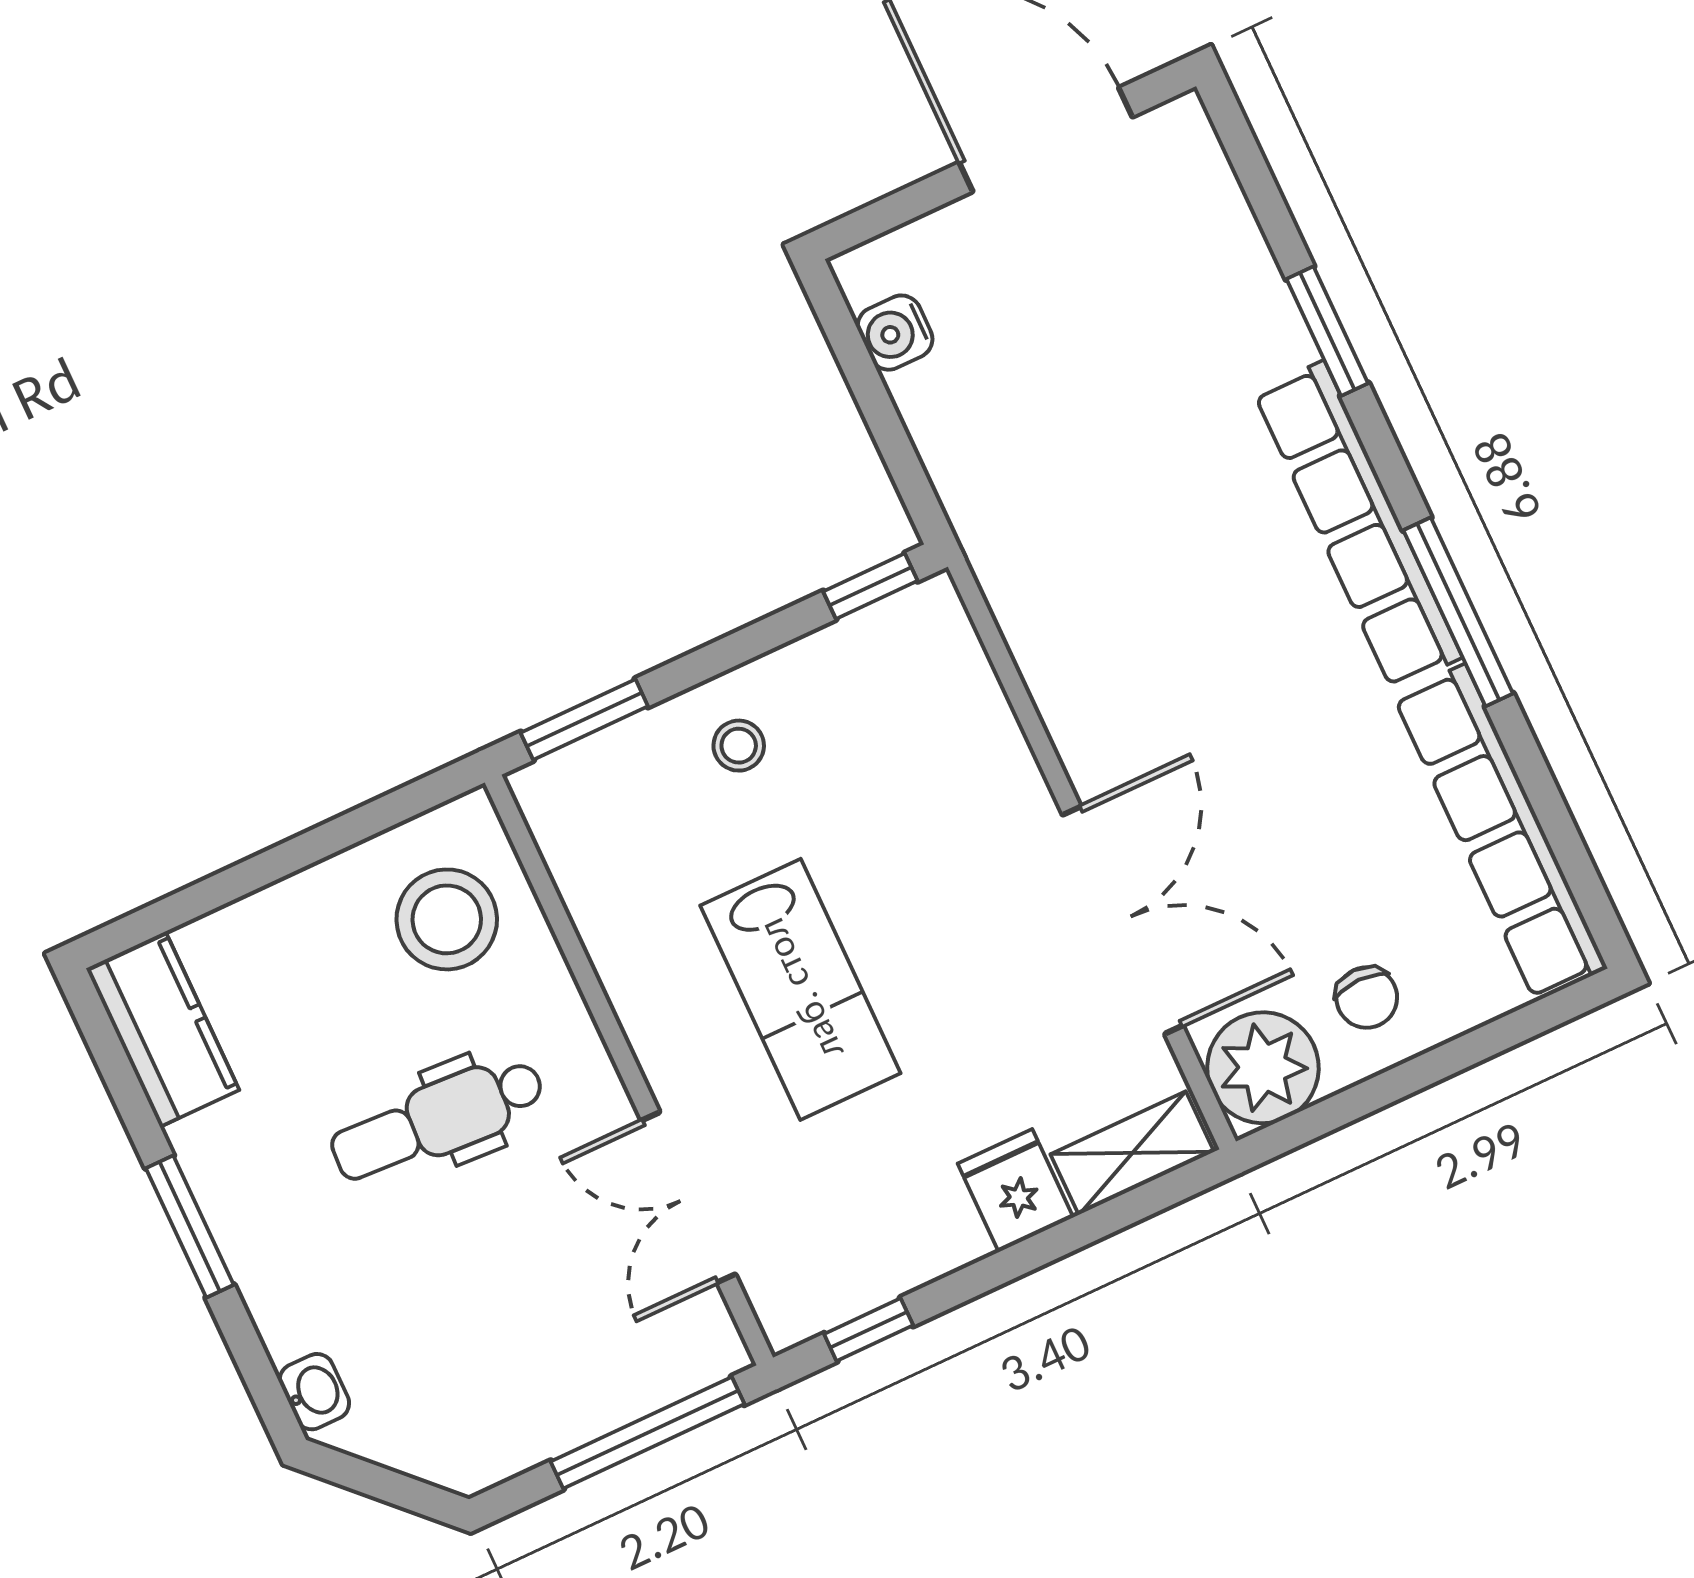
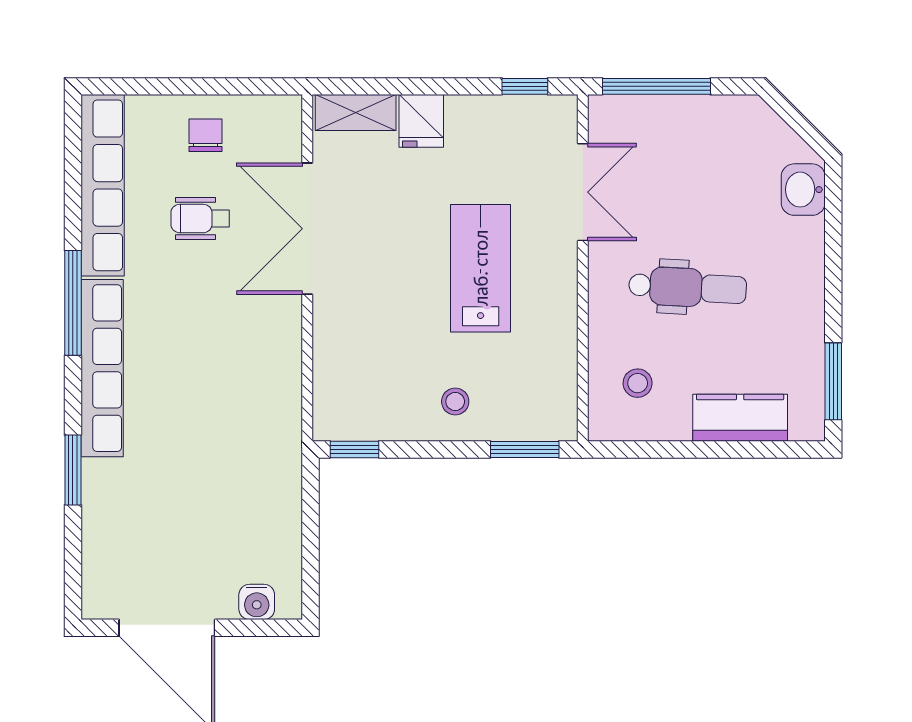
water cooler: (895, 333) -> (257, 602), moved, turned 90
wheelchair: (1310, 853) -> (200, 219), added
stool: (447, 919) -> (638, 383), width x0.53, depth x0.53
kitchen counter: (163, 1029) -> (740, 418), moved, turned 90
plant: (1263, 1068) -> (272, 124), removed
window: (190, 1226) -> (833, 381), moved
washbasin: (314, 1392) -> (803, 190), width x1.38, depth x1.45

